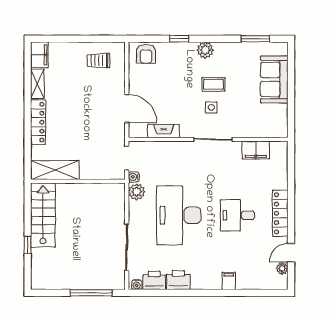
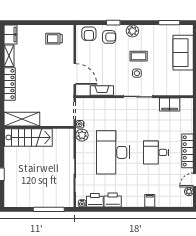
armchair: (173, 58) -> (109, 37), added
stairs: (43, 215) -> (28, 137), moved, turned 90

